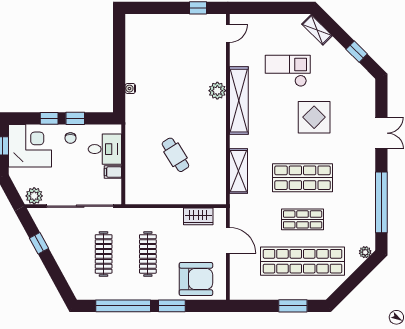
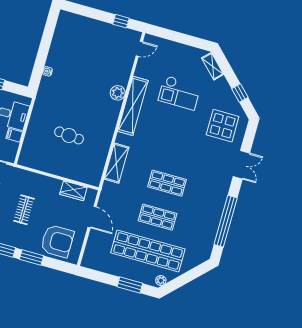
checkout: (288, 71) -> (179, 93), turned 180
display table: (314, 117) -> (223, 126), moved
cafe table: (175, 155) -> (69, 135), turned -53
shop shelf: (303, 178) -> (167, 183), width x0.70, depth x0.74
plant: (365, 252) -> (161, 280), moved
clothes rail: (148, 254) -> (24, 210), width x0.73

